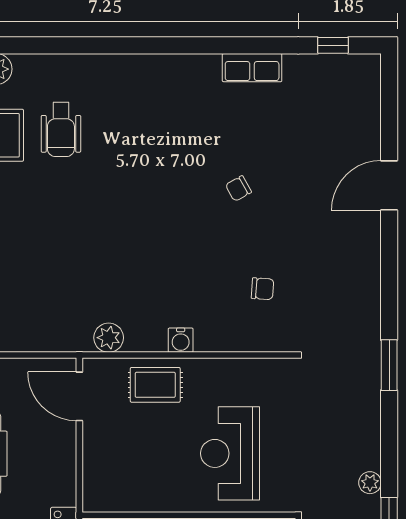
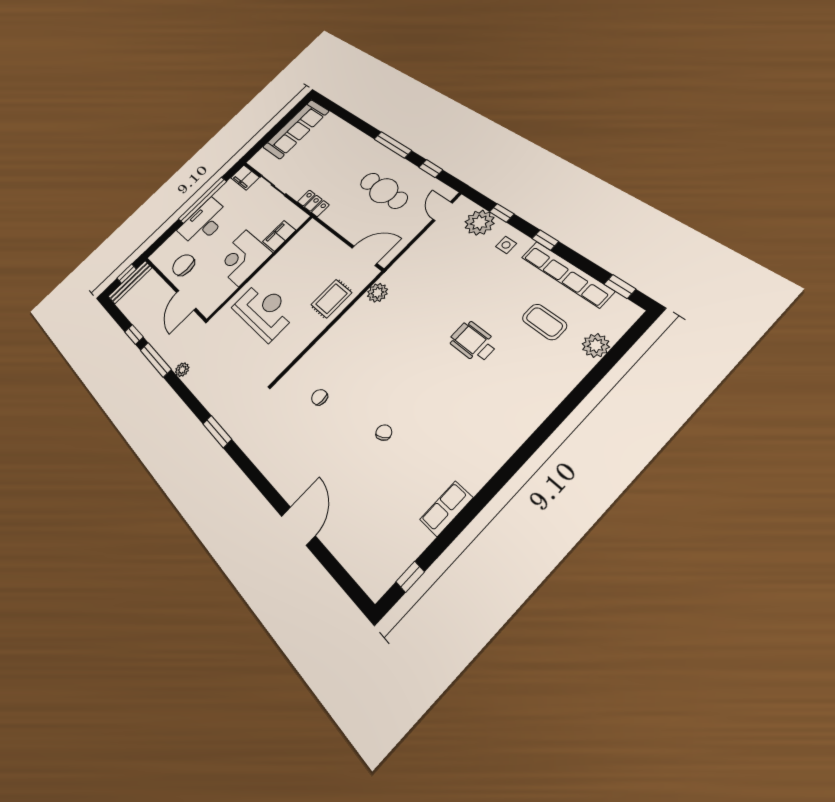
wheelchair: (61, 129) -> (473, 342), moved
chair: (262, 289) -> (319, 397), turned 86
water cooler: (181, 340) -> (339, 330), removed

